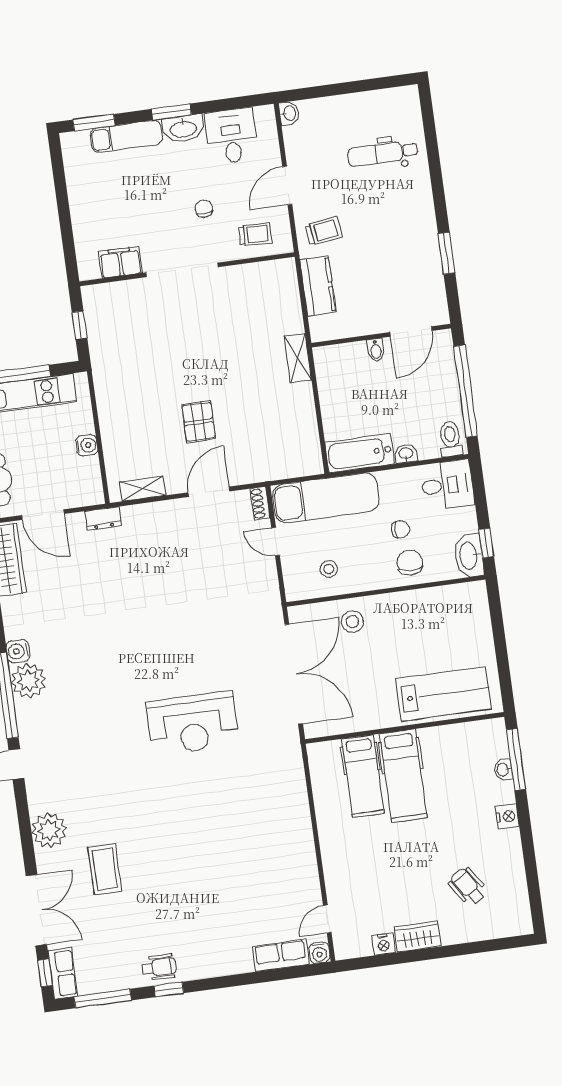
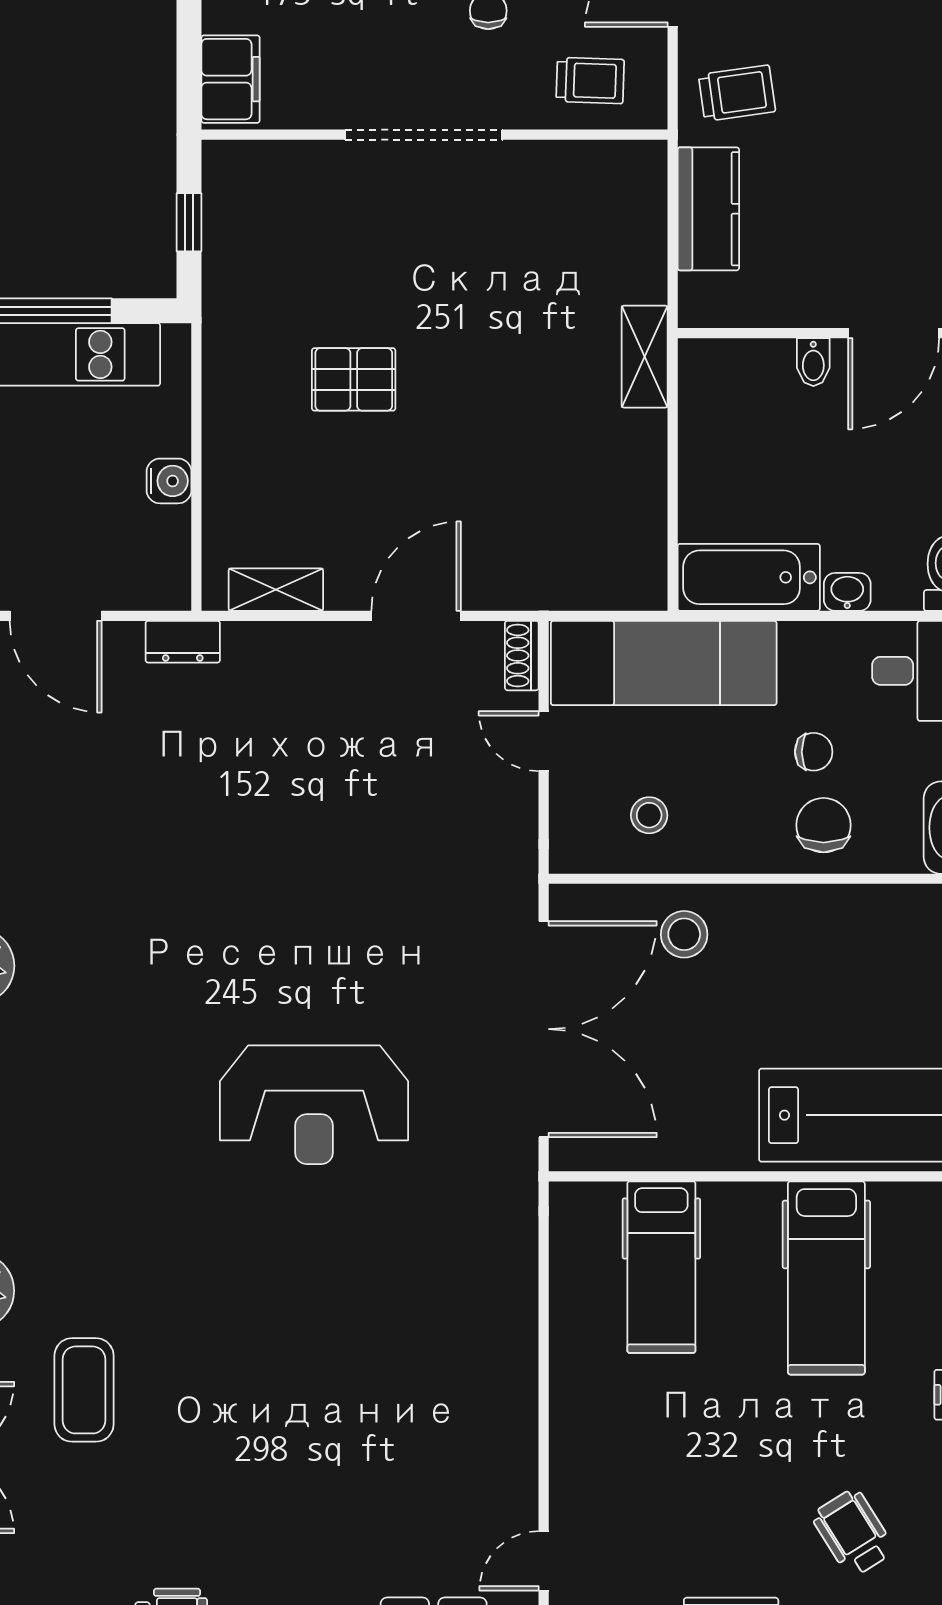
filing cabinet: (120, 262) -> (231, 79), moved, turned 90
pallet: (199, 422) -> (354, 379), moved, turned 90
hospital bed: (403, 776) -> (826, 1278), moved

